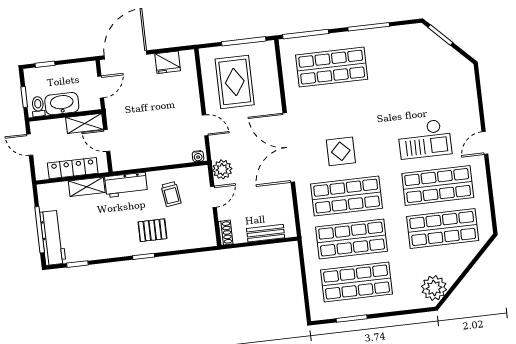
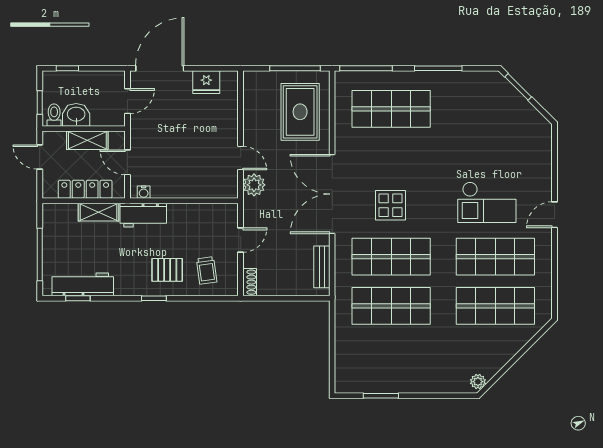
rug: (235, 82) -> (300, 112), moved
washbasin: (62, 104) -> (76, 115), width x0.72
shelving: (85, 123) -> (87, 140), moved
water cooler: (198, 156) -> (144, 192), moved
plant: (222, 169) -> (254, 185), moved
trolley: (171, 194) -> (207, 270), moved
bench: (266, 233) -> (322, 267), moved, turned 90
workbench: (53, 238) -> (83, 284), moved, turned -90
shop shelf: (357, 282) -> (391, 355), removed
plant: (434, 288) -> (478, 382), width x0.53, depth x0.53

